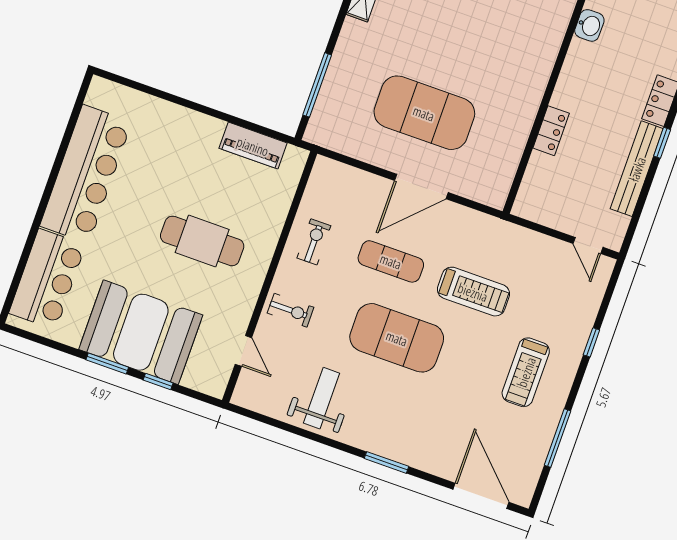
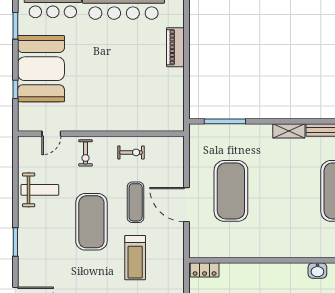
locker: (551, 131) -> (205, 270), moved
piano: (253, 146) -> (175, 47), moved
cafe table: (202, 241) -> (108, 86), removed
window: (107, 364) -> (15, 26), moved

